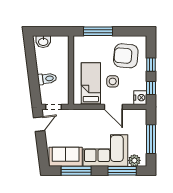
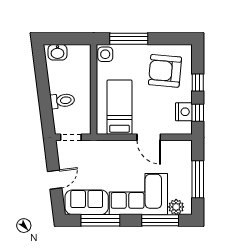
side table: (113, 81) -> (105, 54), moved
nightstand: (140, 98) -> (184, 112), moved
door: (39, 124) -> (55, 180), moved

